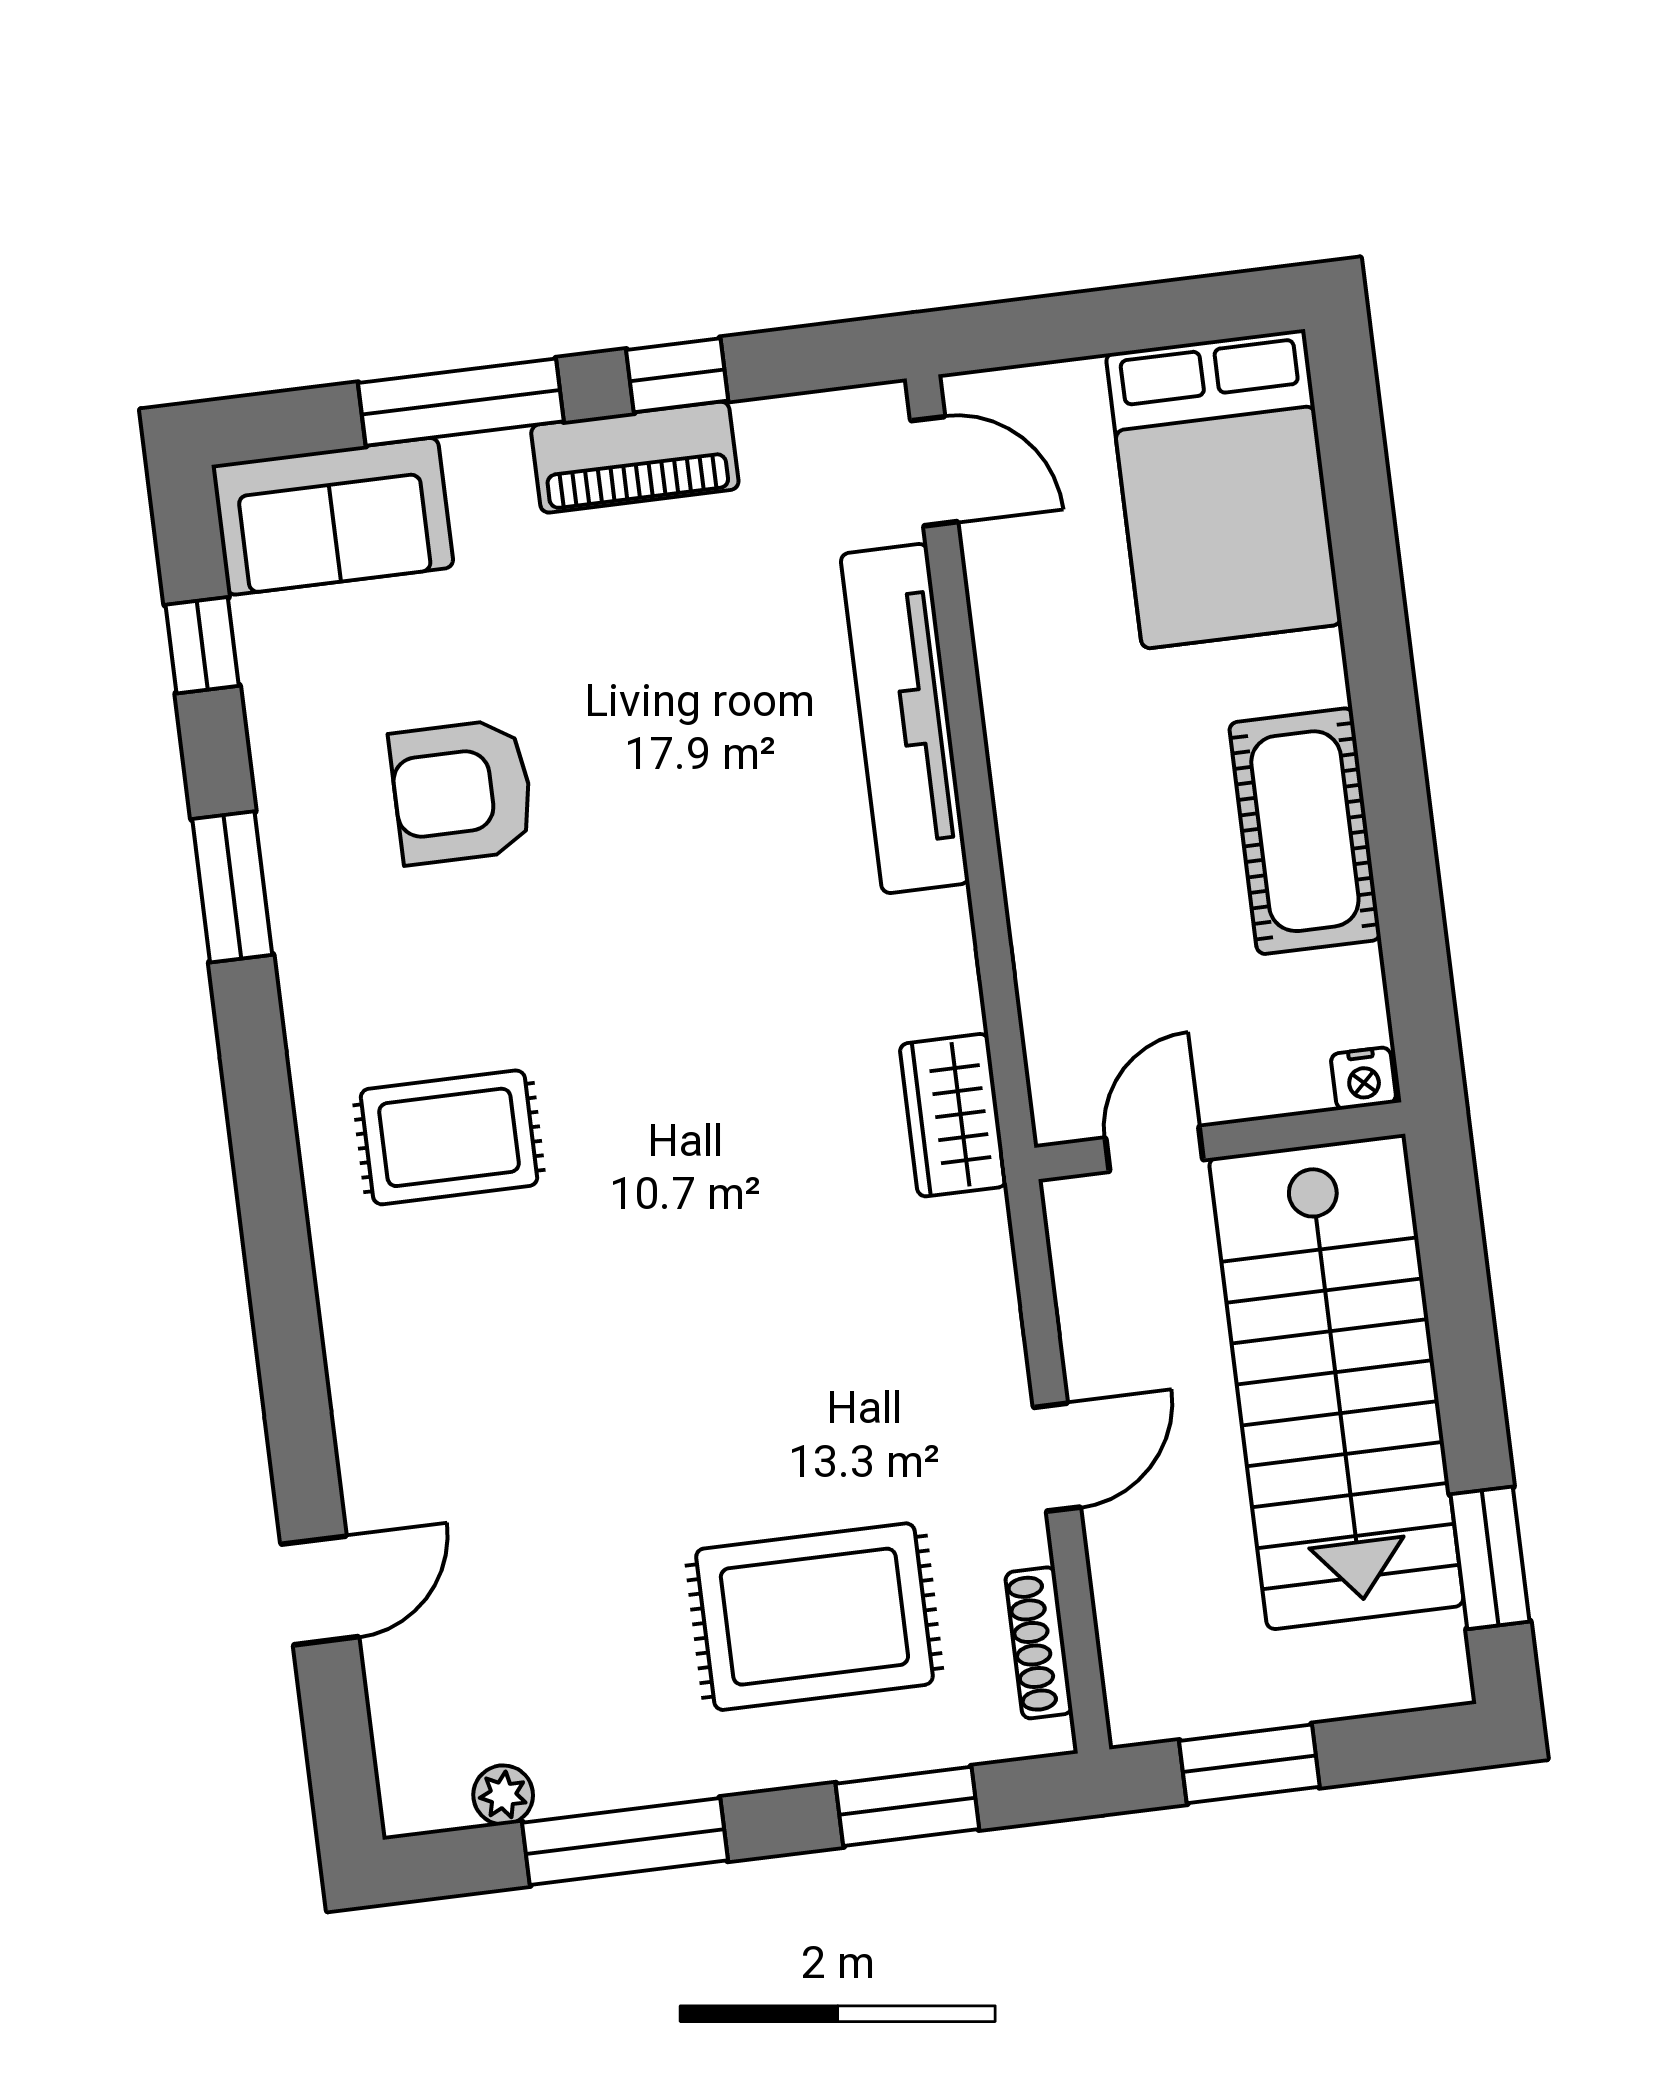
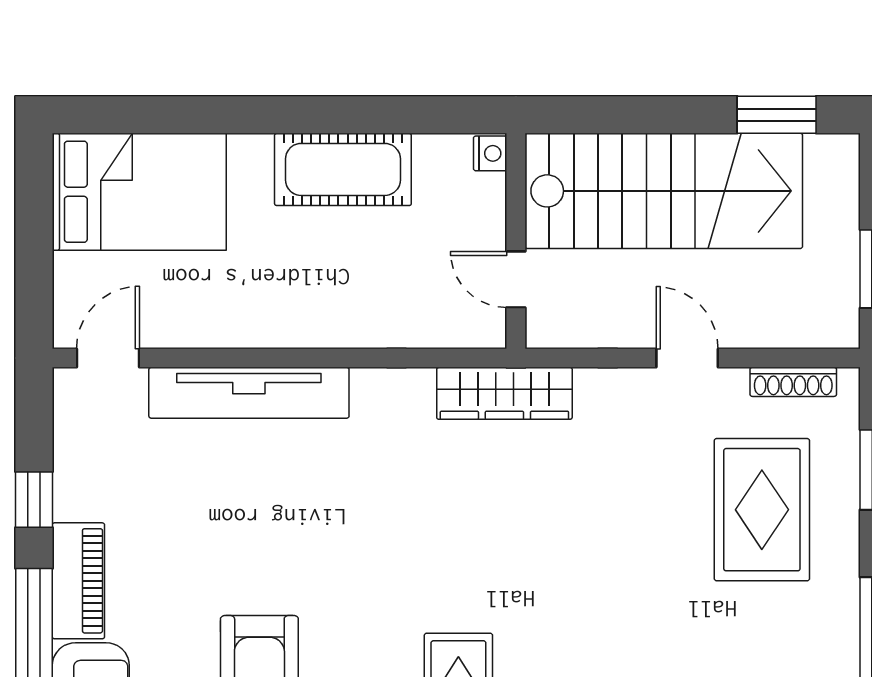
piano: (635, 457) -> (78, 581), moved
wardrobe: (953, 1115) -> (504, 393), width x1.50

